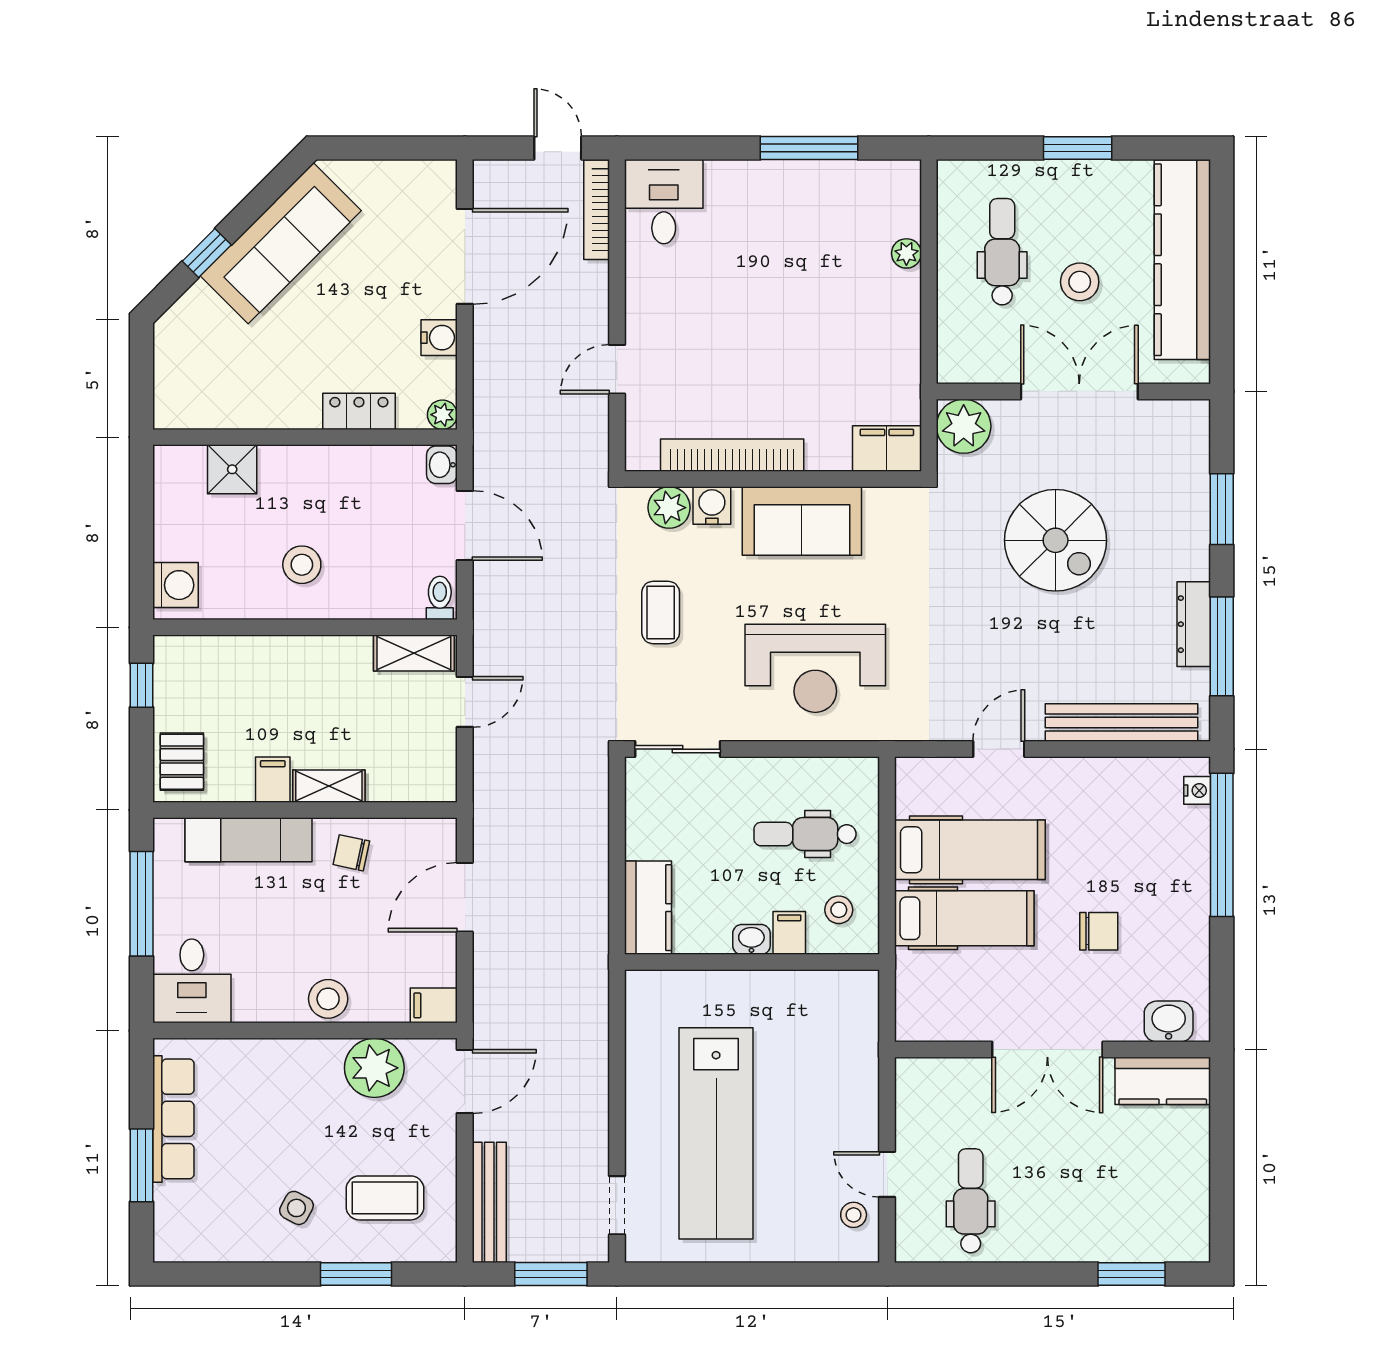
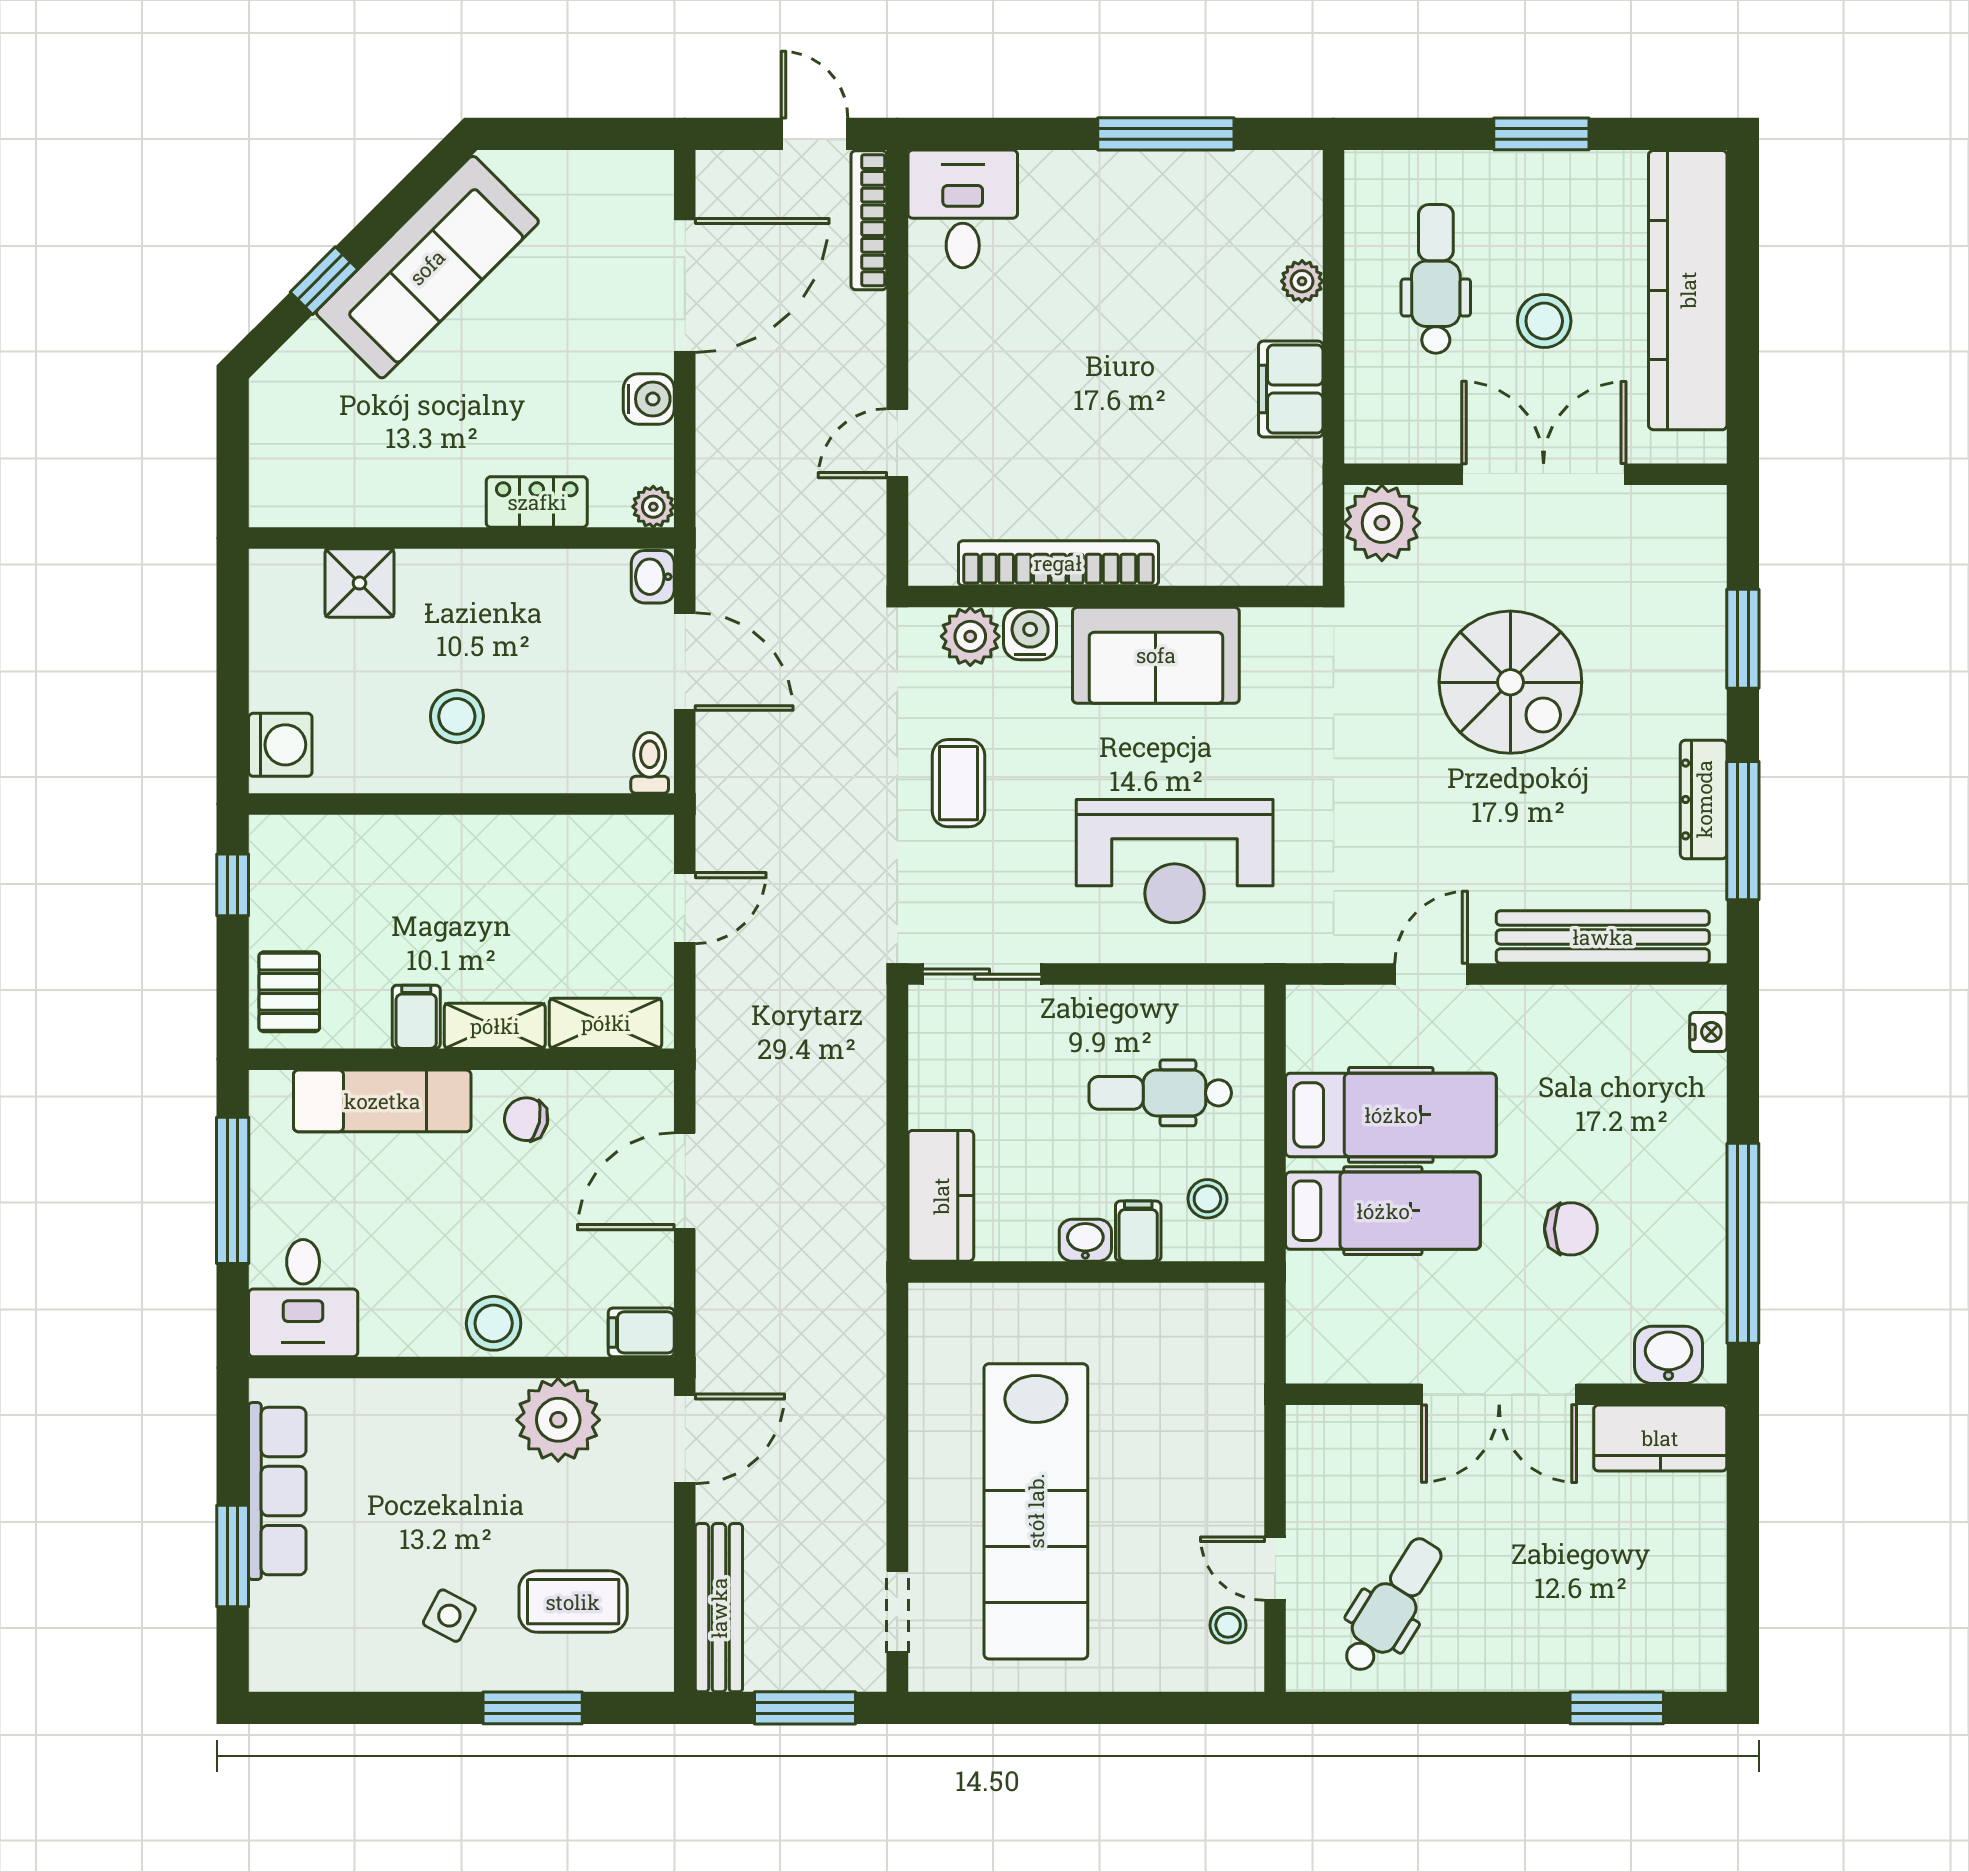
filing cabinet: (887, 448) -> (1291, 389), moved, turned -90
shelving: (414, 653) -> (606, 1023), moved
window: (1222, 845) -> (1743, 1243), moved
dental chair: (971, 1201) -> (1392, 1606), turned 32

